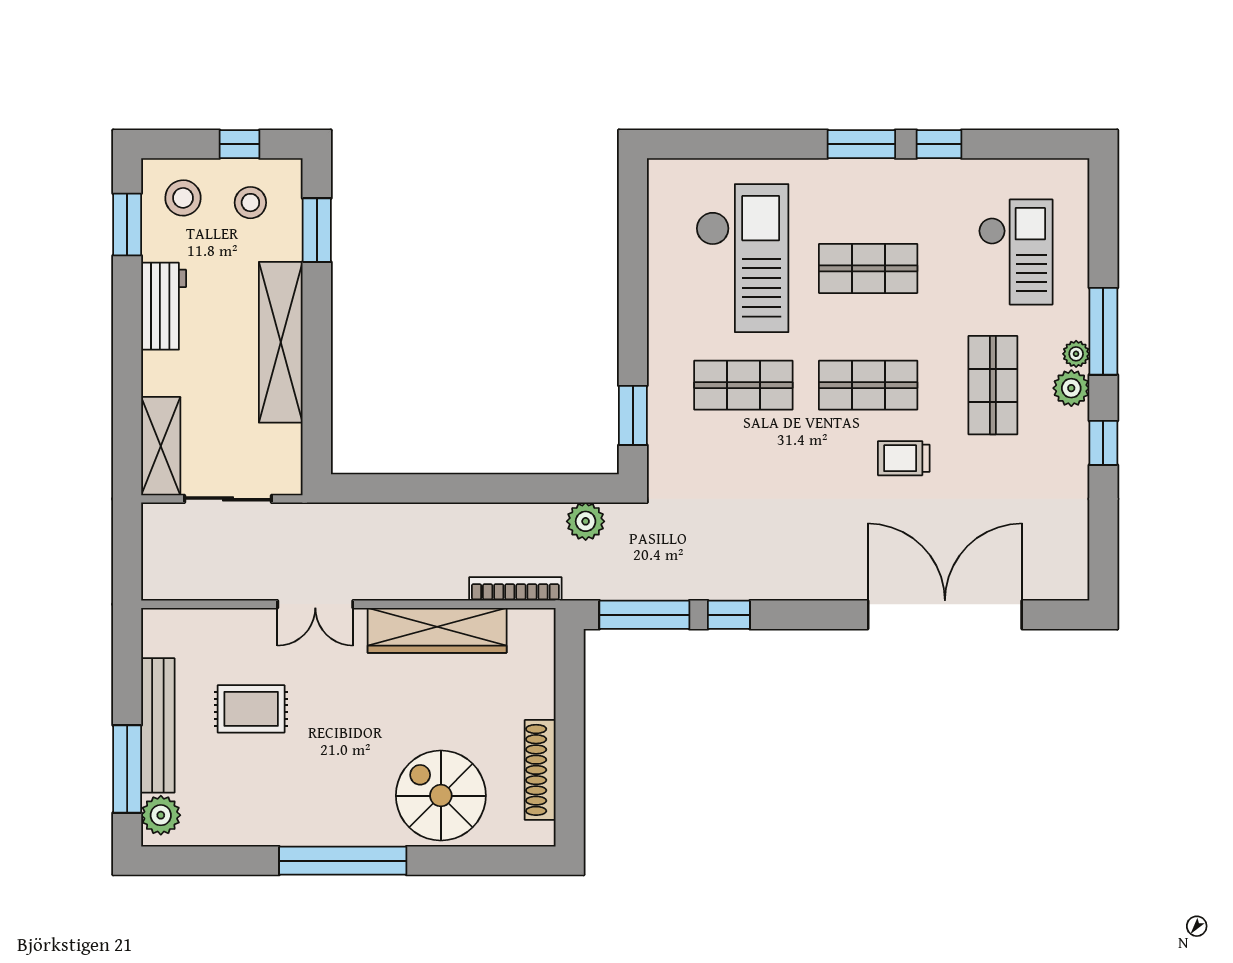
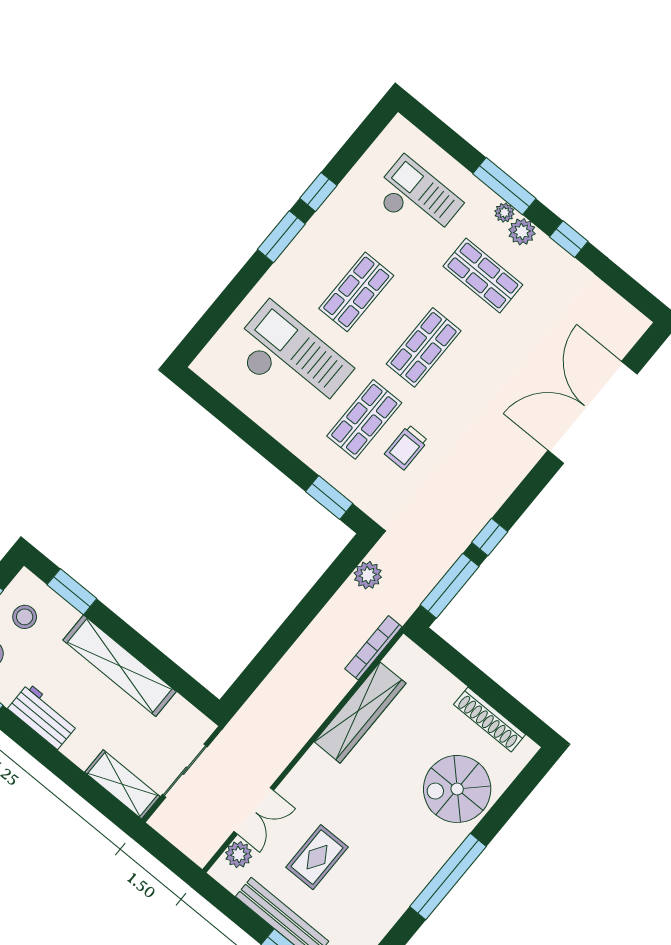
trolley: (904, 458) -> (406, 447), moved
double door: (315, 604) -> (254, 811), moved
plant: (187, 626) -> (239, 855), added

